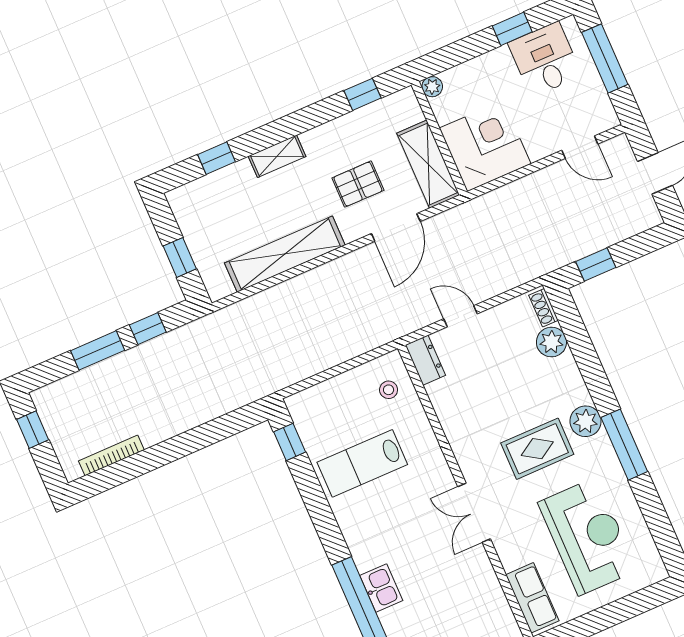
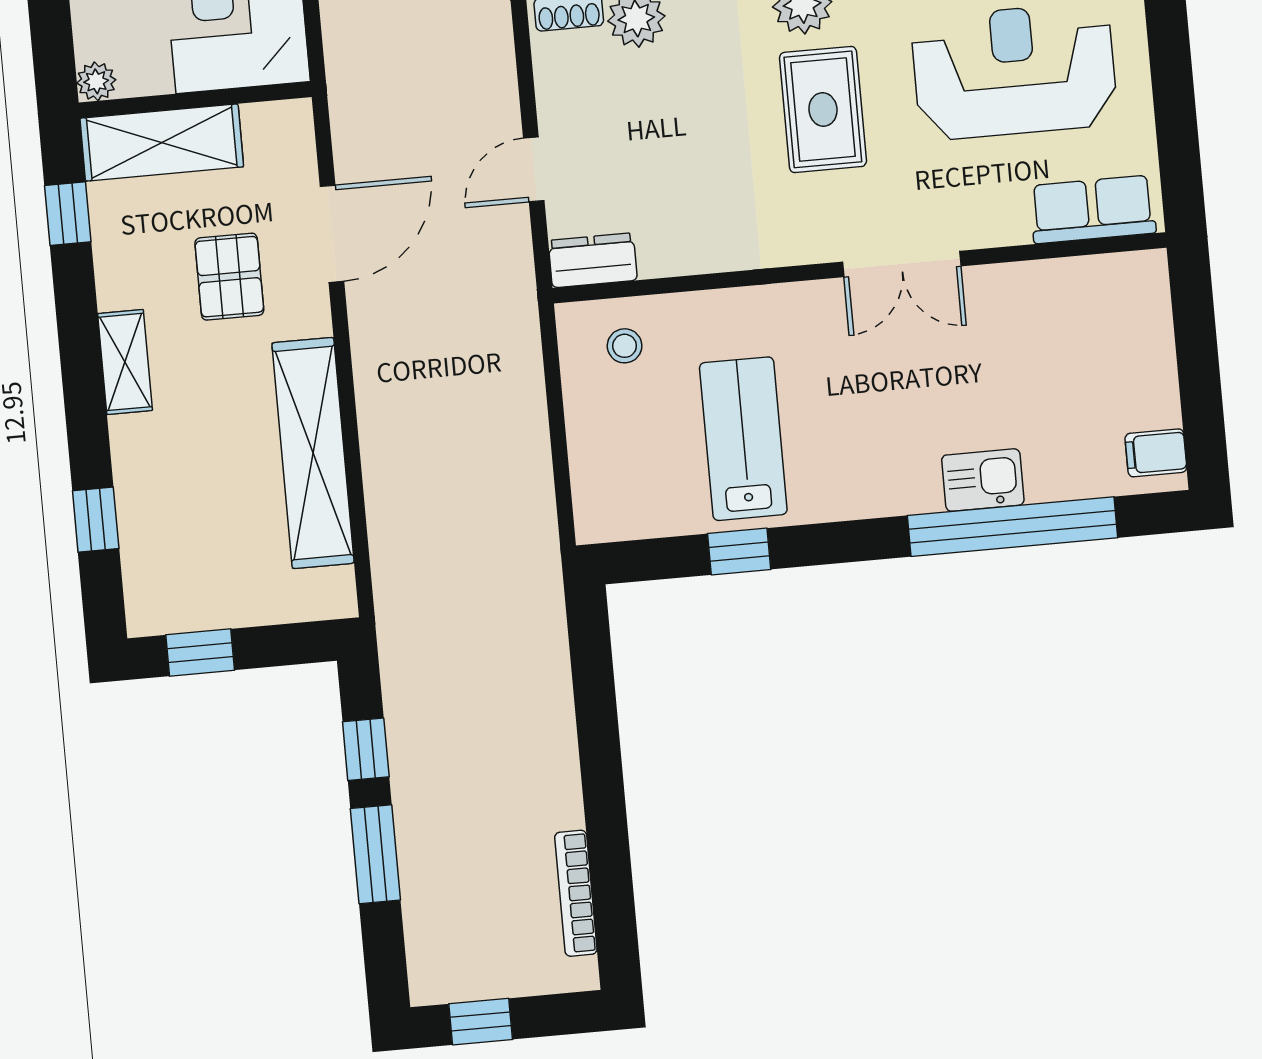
shelving: (277, 156) -> (125, 362), moved
shelving: (428, 164) -> (162, 143), moved
door: (396, 228) -> (332, 234), hinge flipped
window: (180, 257) -> (200, 652), moved
window: (290, 442) -> (739, 551), moved
lab bench: (362, 463) -> (743, 439), turned 180

